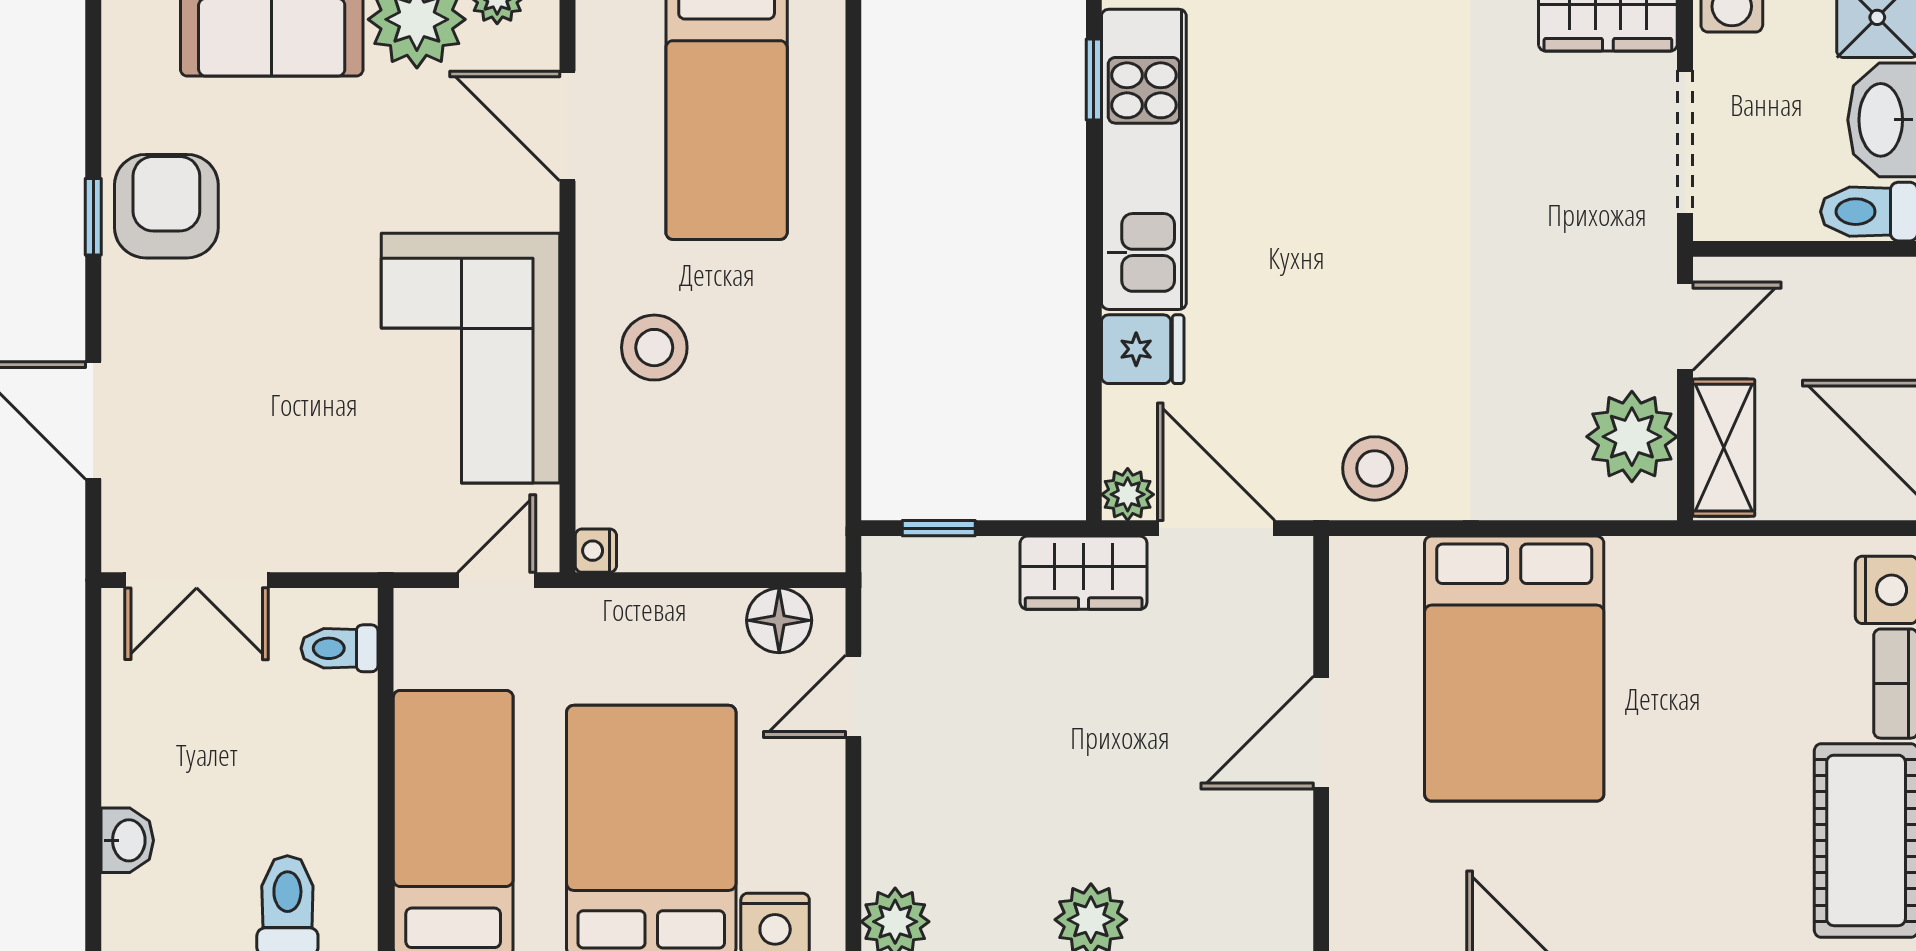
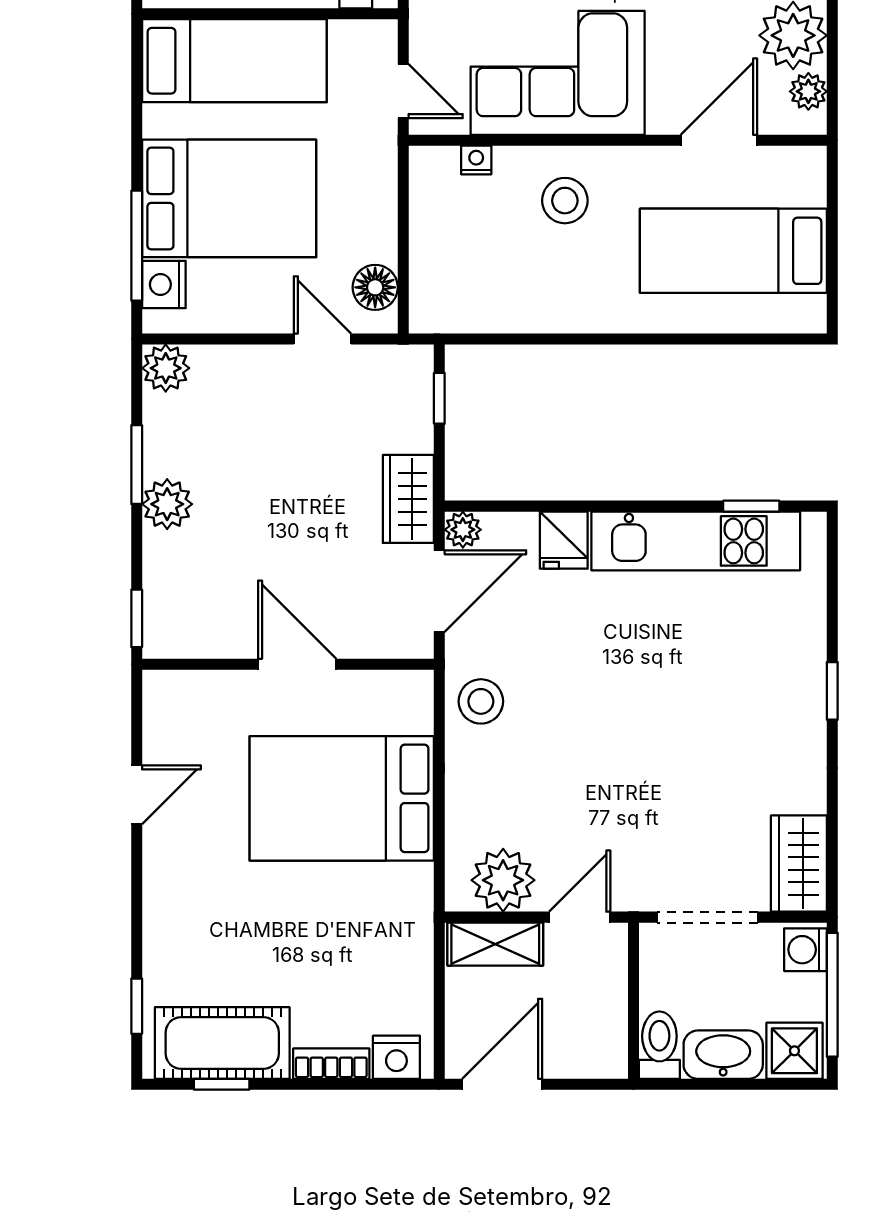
door: (1685, 326) -> (580, 917), swing flipped
nightstand: (596, 551) -> (476, 160), moved

